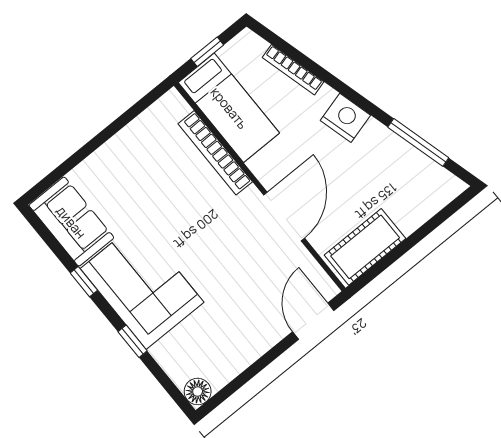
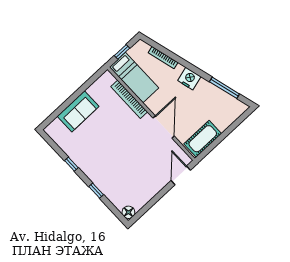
sofa: (71, 222) -> (78, 111), moved, turned 90
corner sofa: (142, 285) -> (99, 164), removed

